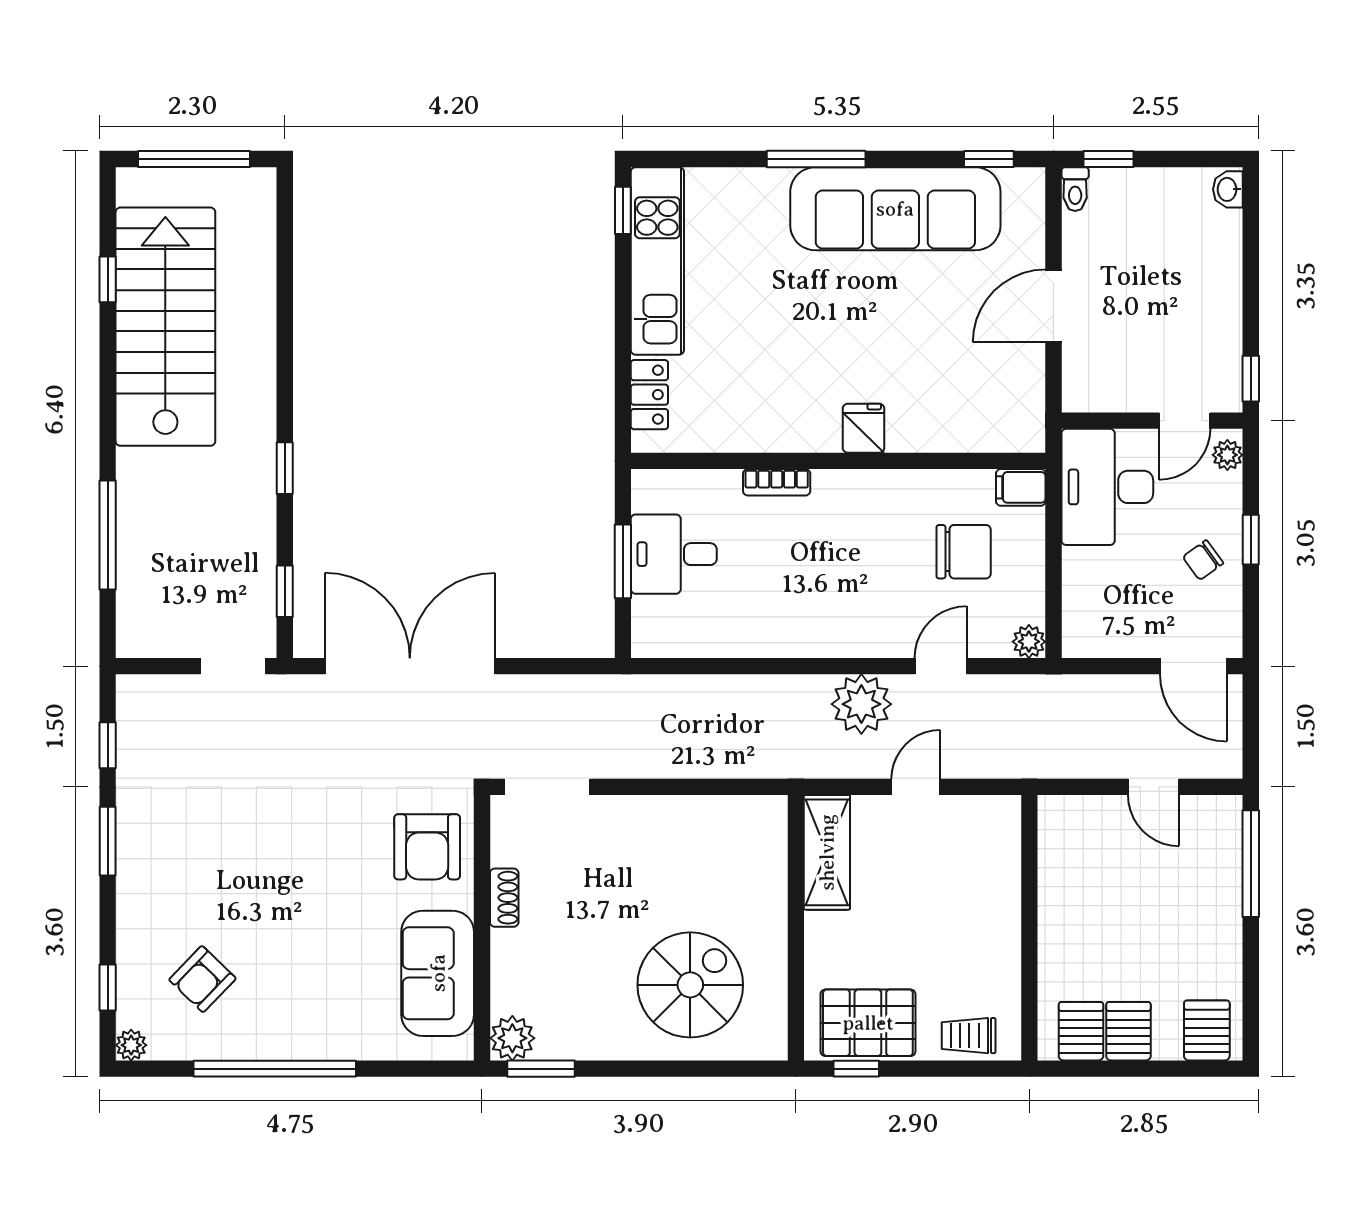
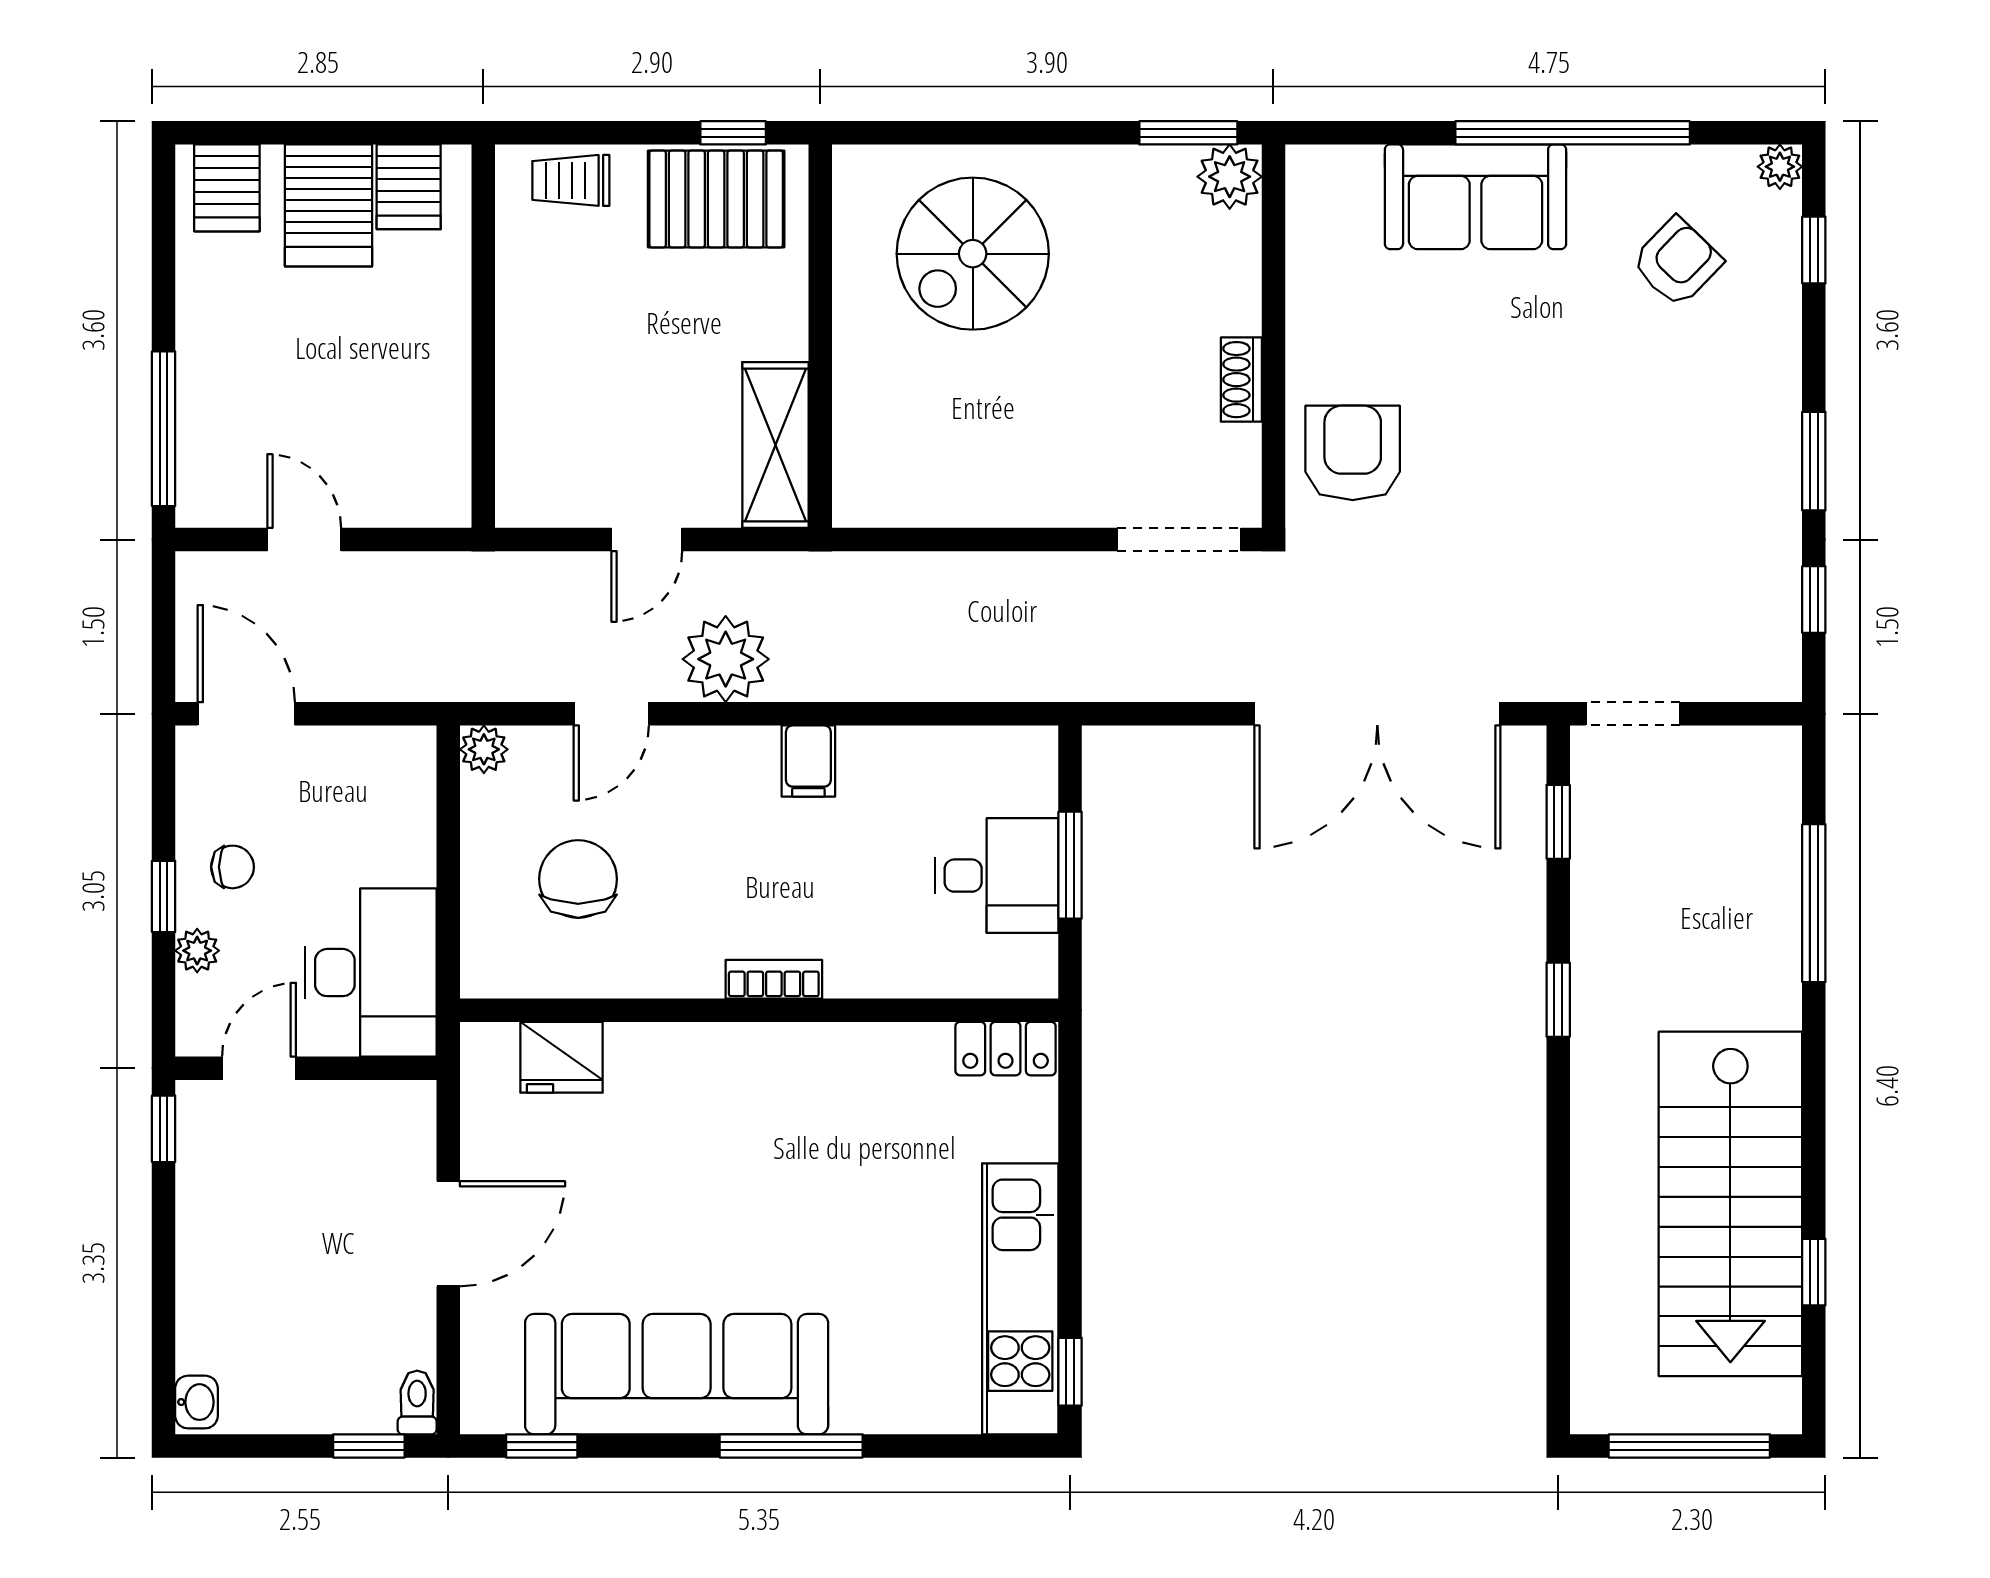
locker: (649, 395) -> (1006, 1049), moved, turned -90
fridge: (863, 428) -> (561, 1057), moved, width x1.38
plant: (1227, 455) -> (197, 951), moved
bookcase: (777, 482) -> (774, 979), moved
filing cabinet: (1021, 487) -> (808, 761), moved, turned 90
chair: (964, 552) -> (578, 879), turned 90
chair: (1203, 560) -> (232, 867), turned 36
sofa: (438, 973) -> (1476, 197), moved, turned 90
server rack: (1128, 1031) -> (329, 205), width x1.36, depth x1.44
trolley: (969, 1036) -> (571, 180), turned 180

